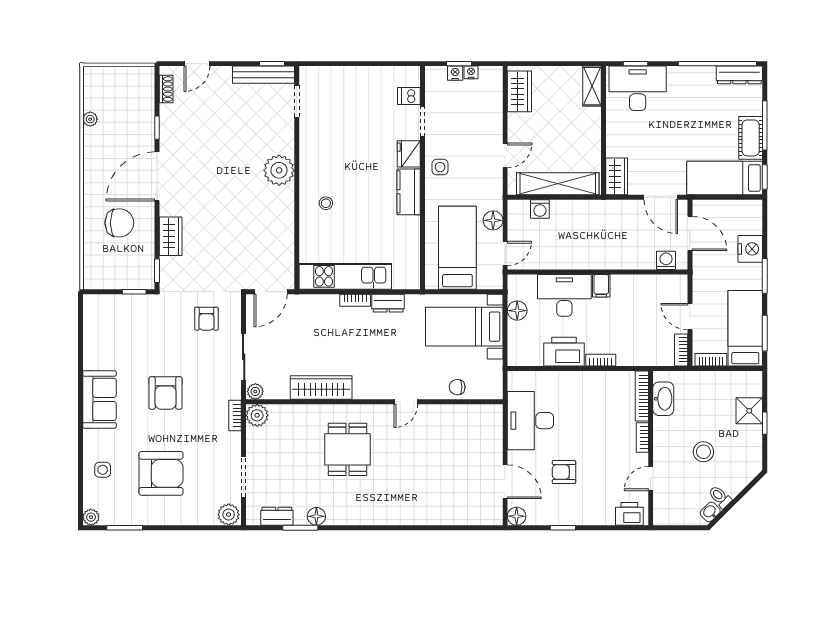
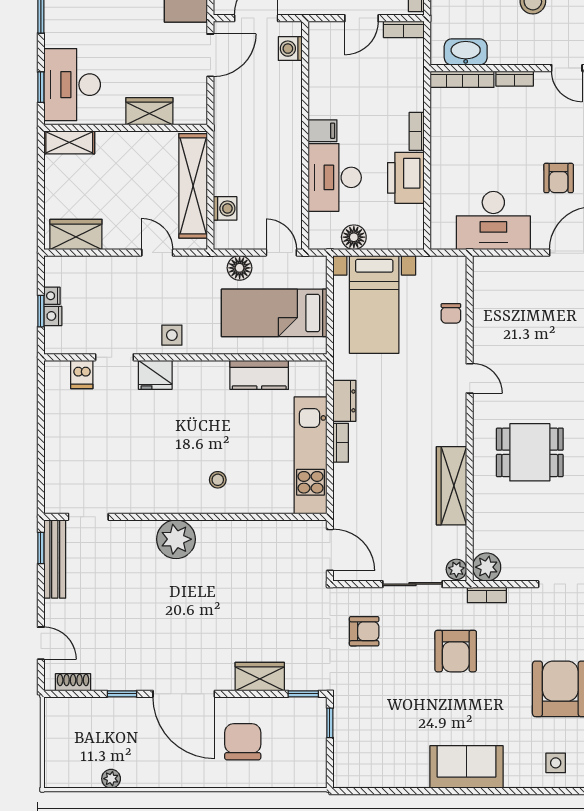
wardrobe: (617, 176) -> (149, 111), moved
kitchen counter: (409, 192) -> (259, 375), moved
armchair: (165, 393) -> (456, 651), moved, turned 90

